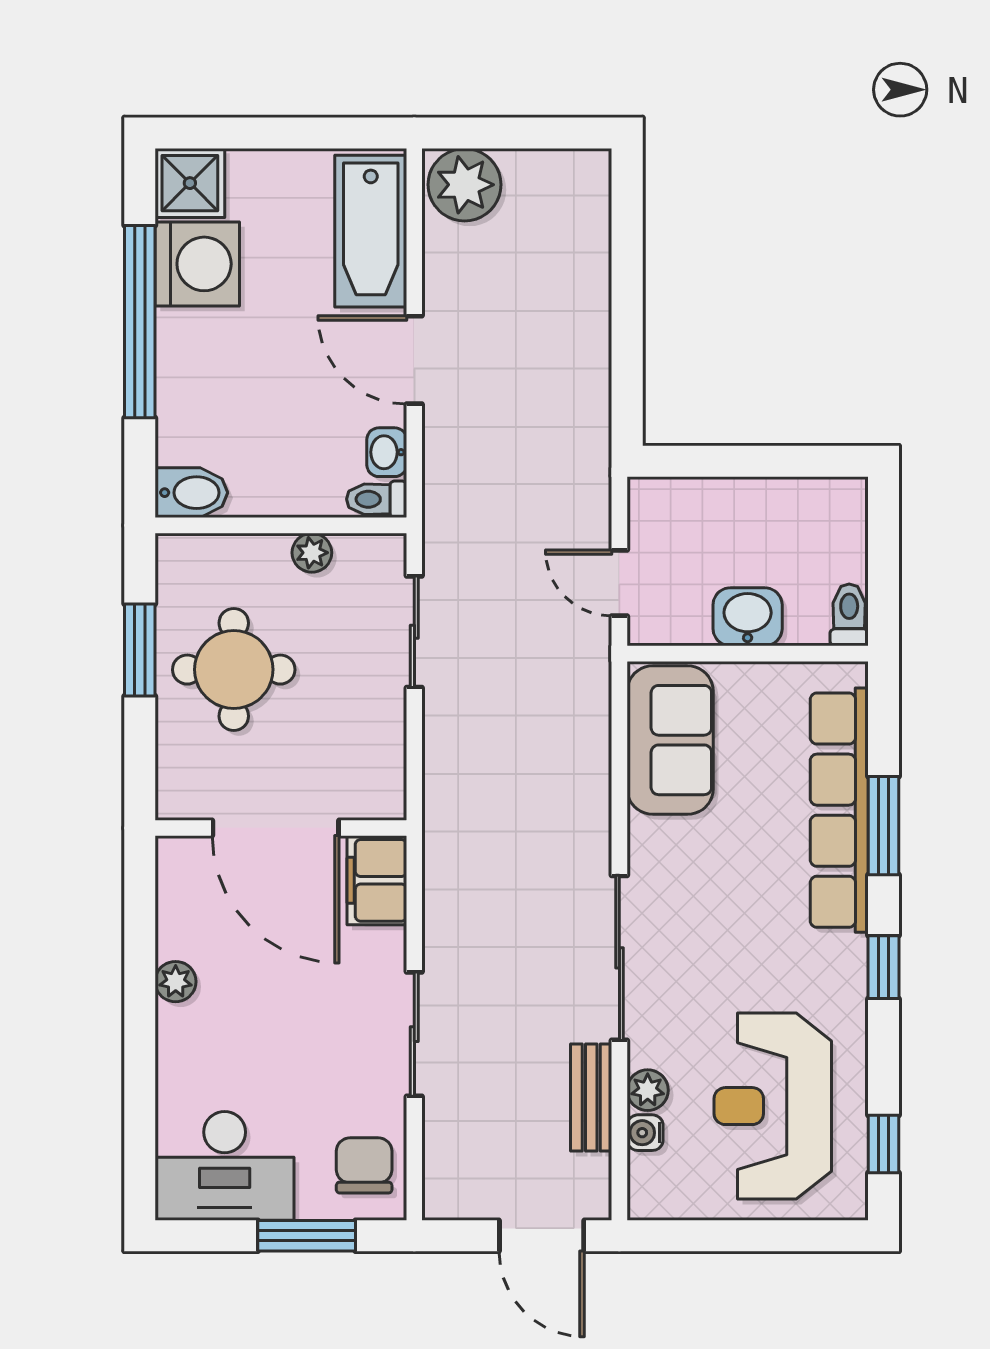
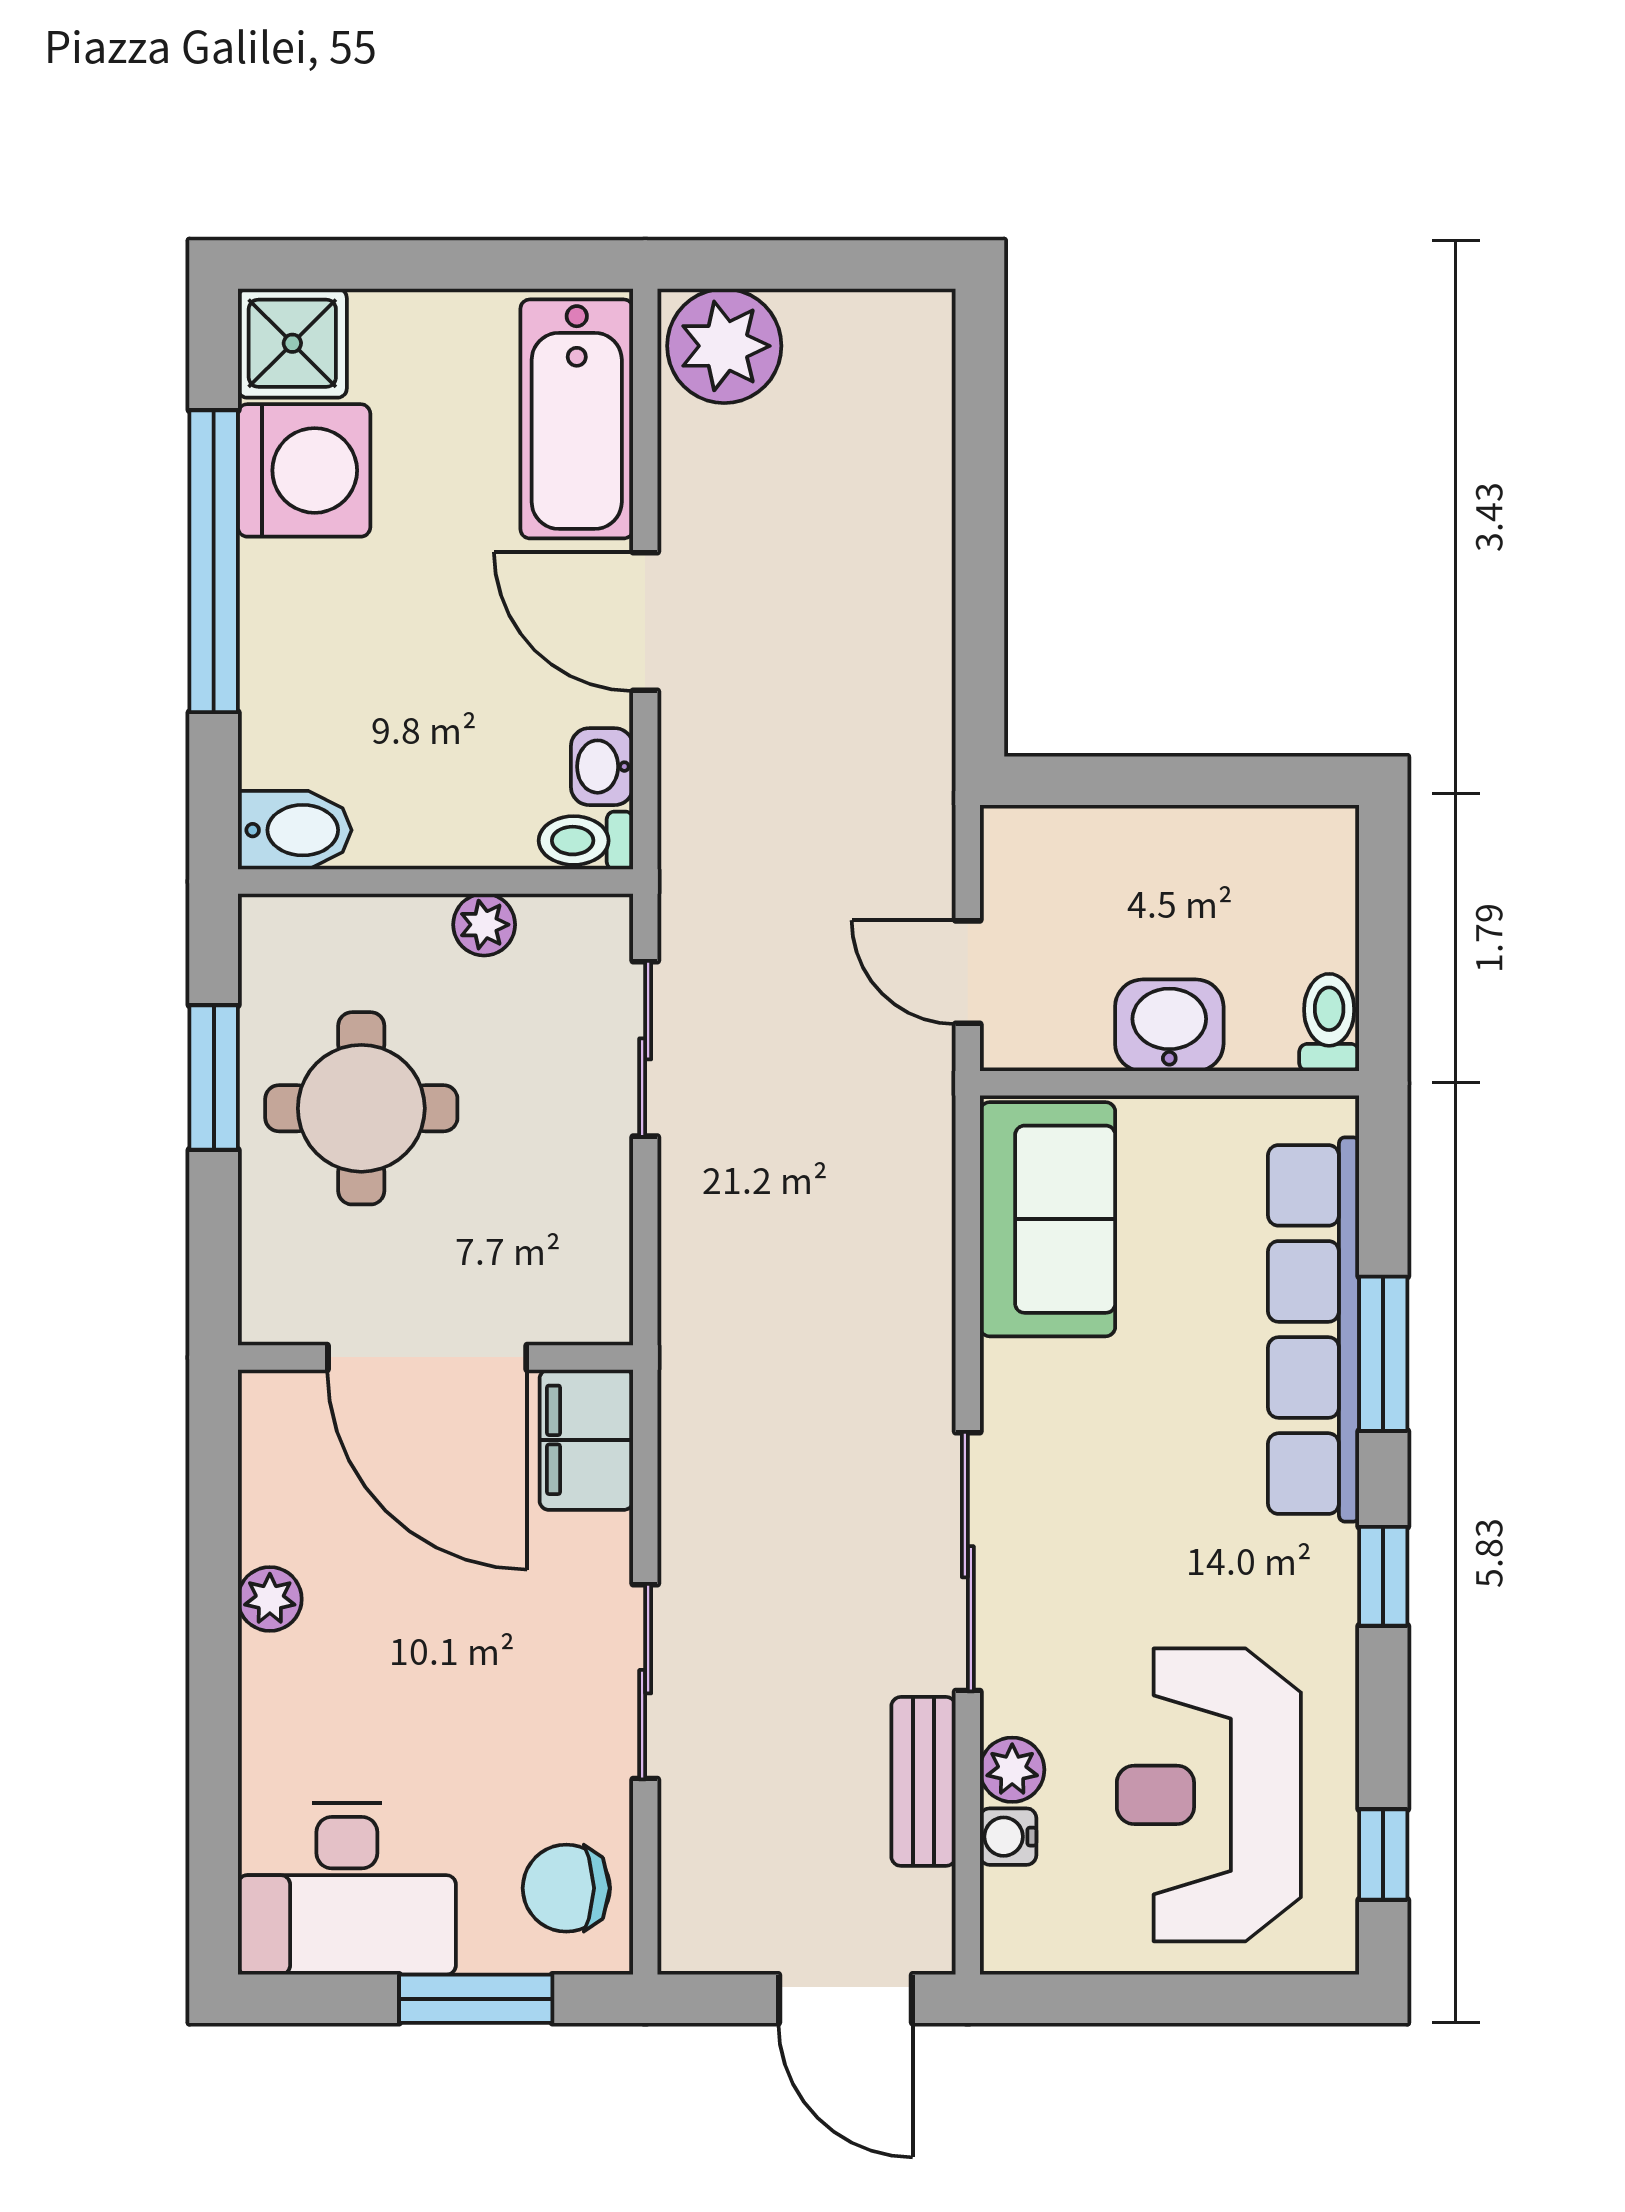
chair: (364, 1165) -> (566, 1888), turned -90

